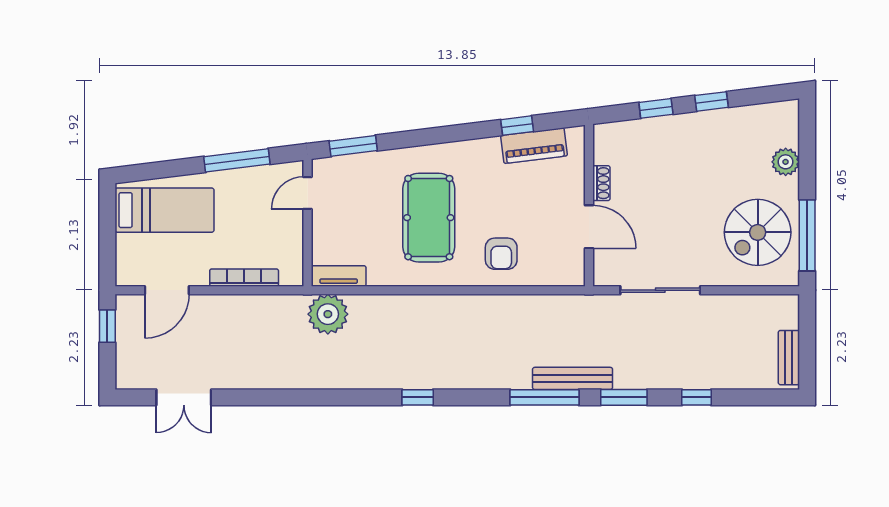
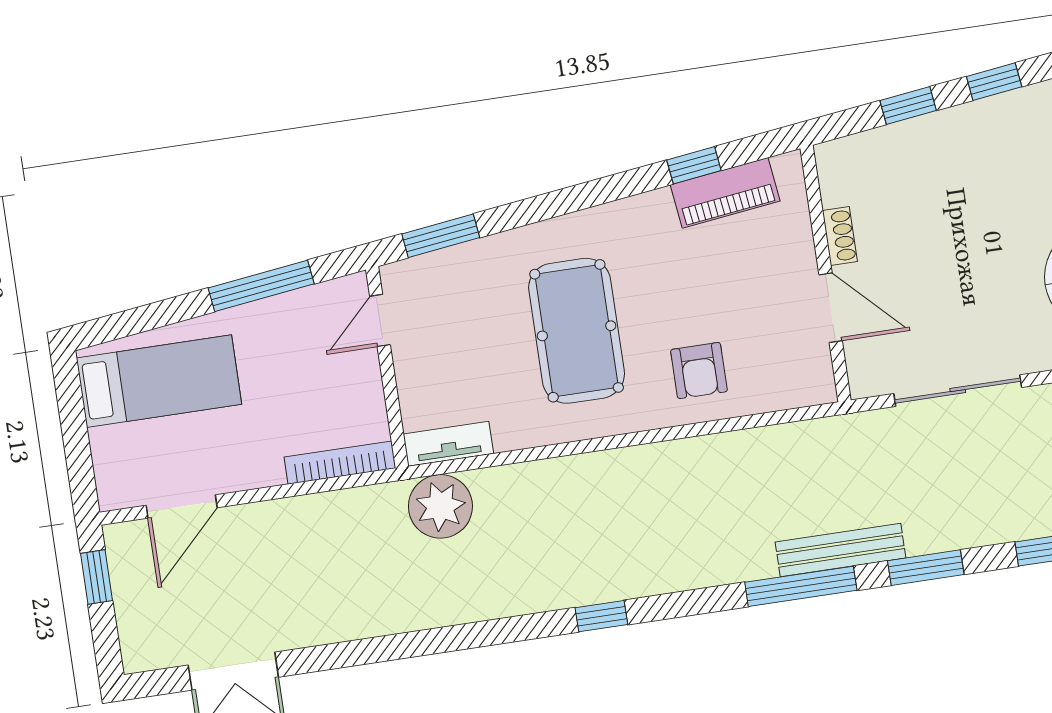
bookcase: (244, 278) -> (340, 463), moved

